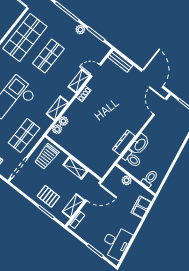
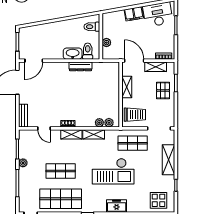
shelving: (79, 81) -> (71, 134), moved
filing cabinet: (141, 207) -> (134, 14), moved

